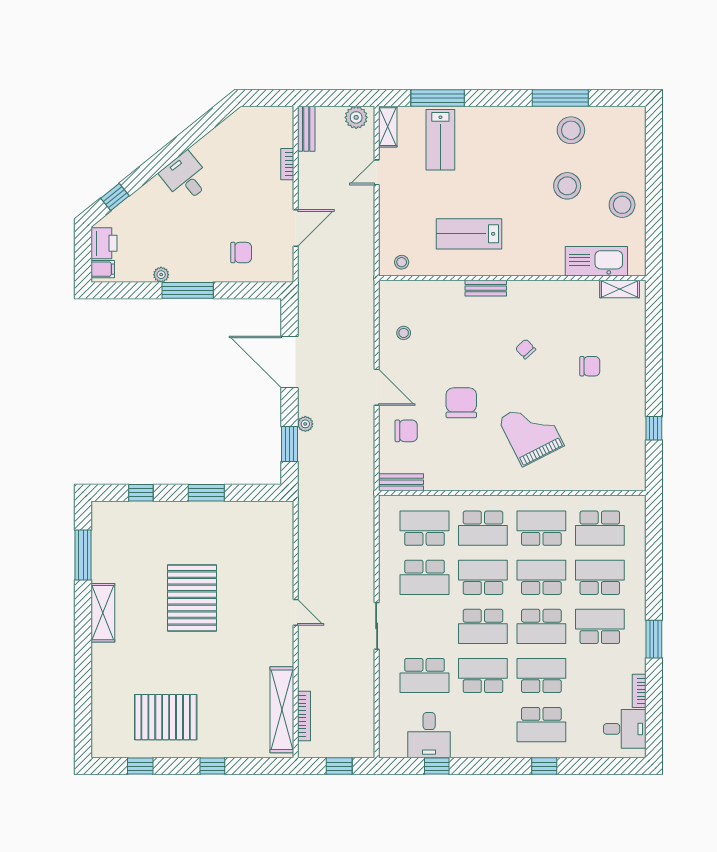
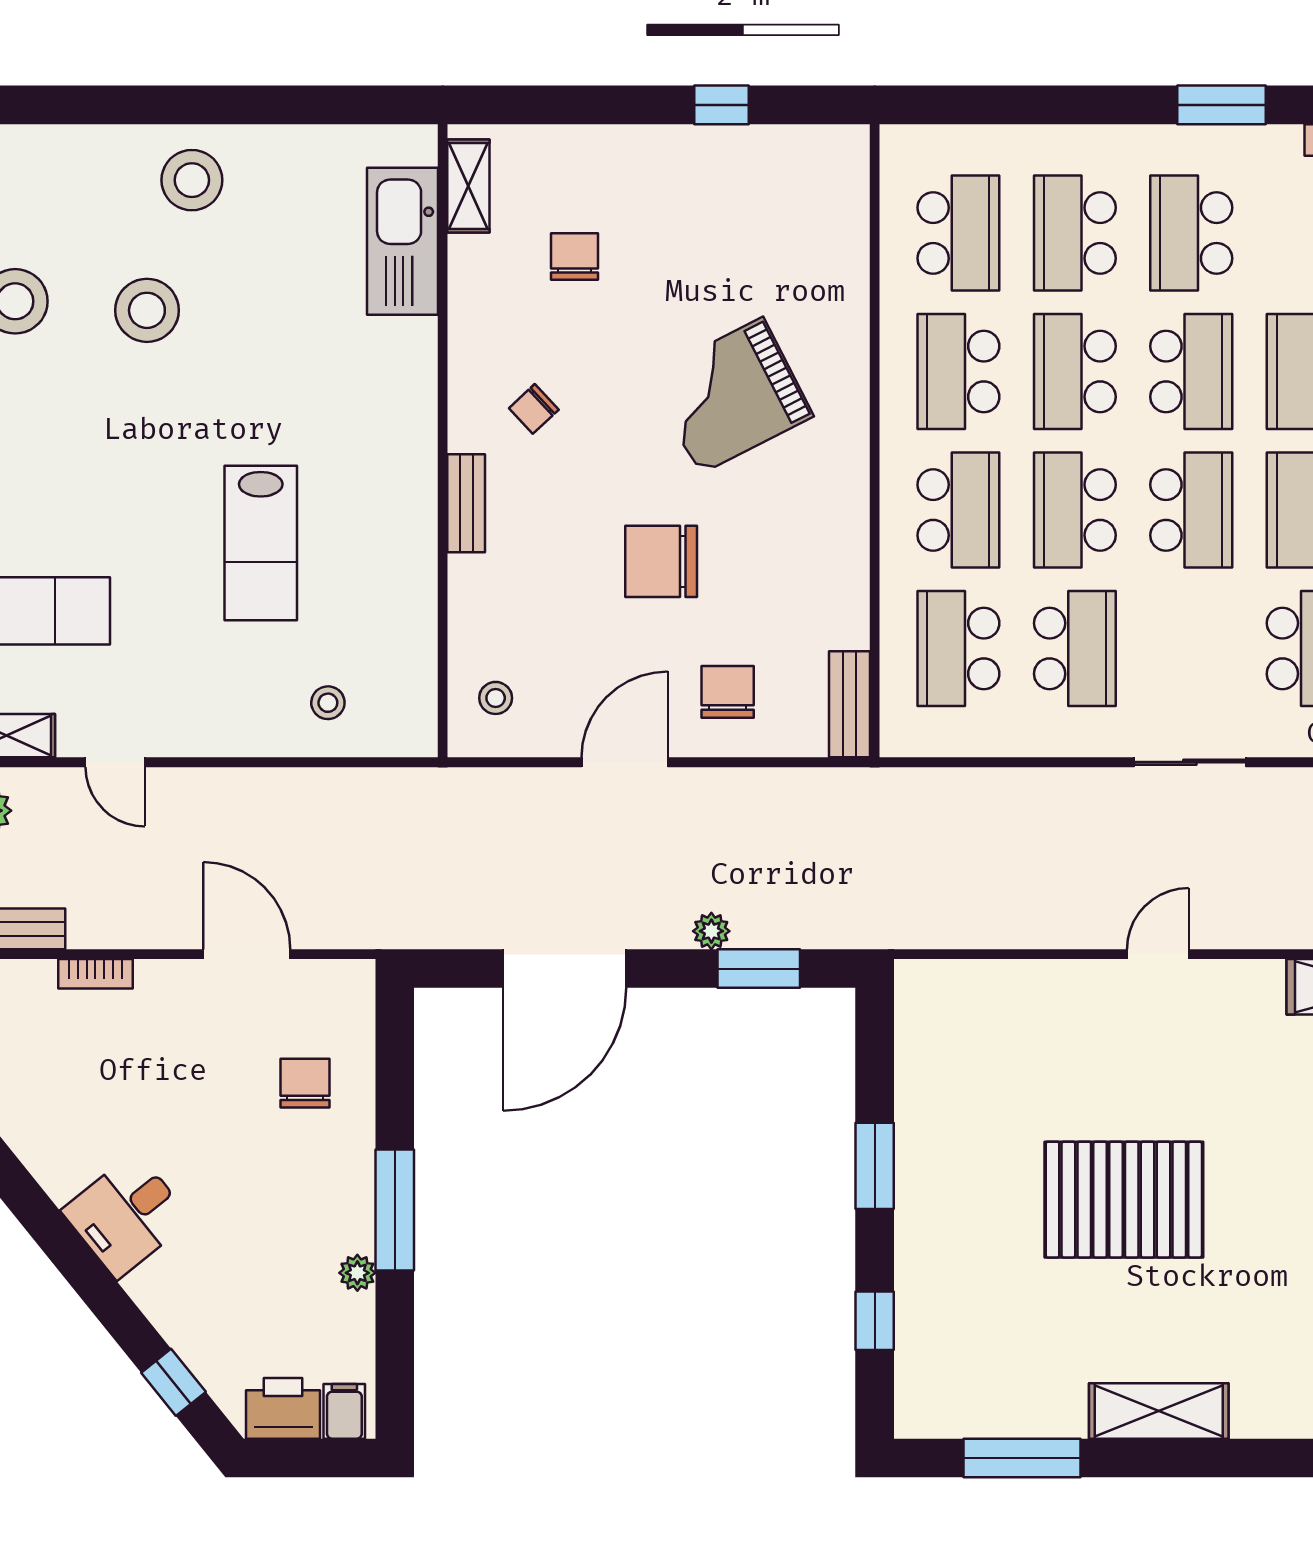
kitchen sink: (596, 261) -> (403, 241), moved
wall: (512, 278) -> (443, 441), moved
bench: (486, 288) -> (466, 503), moved
shelving: (620, 289) -> (468, 186), moved

